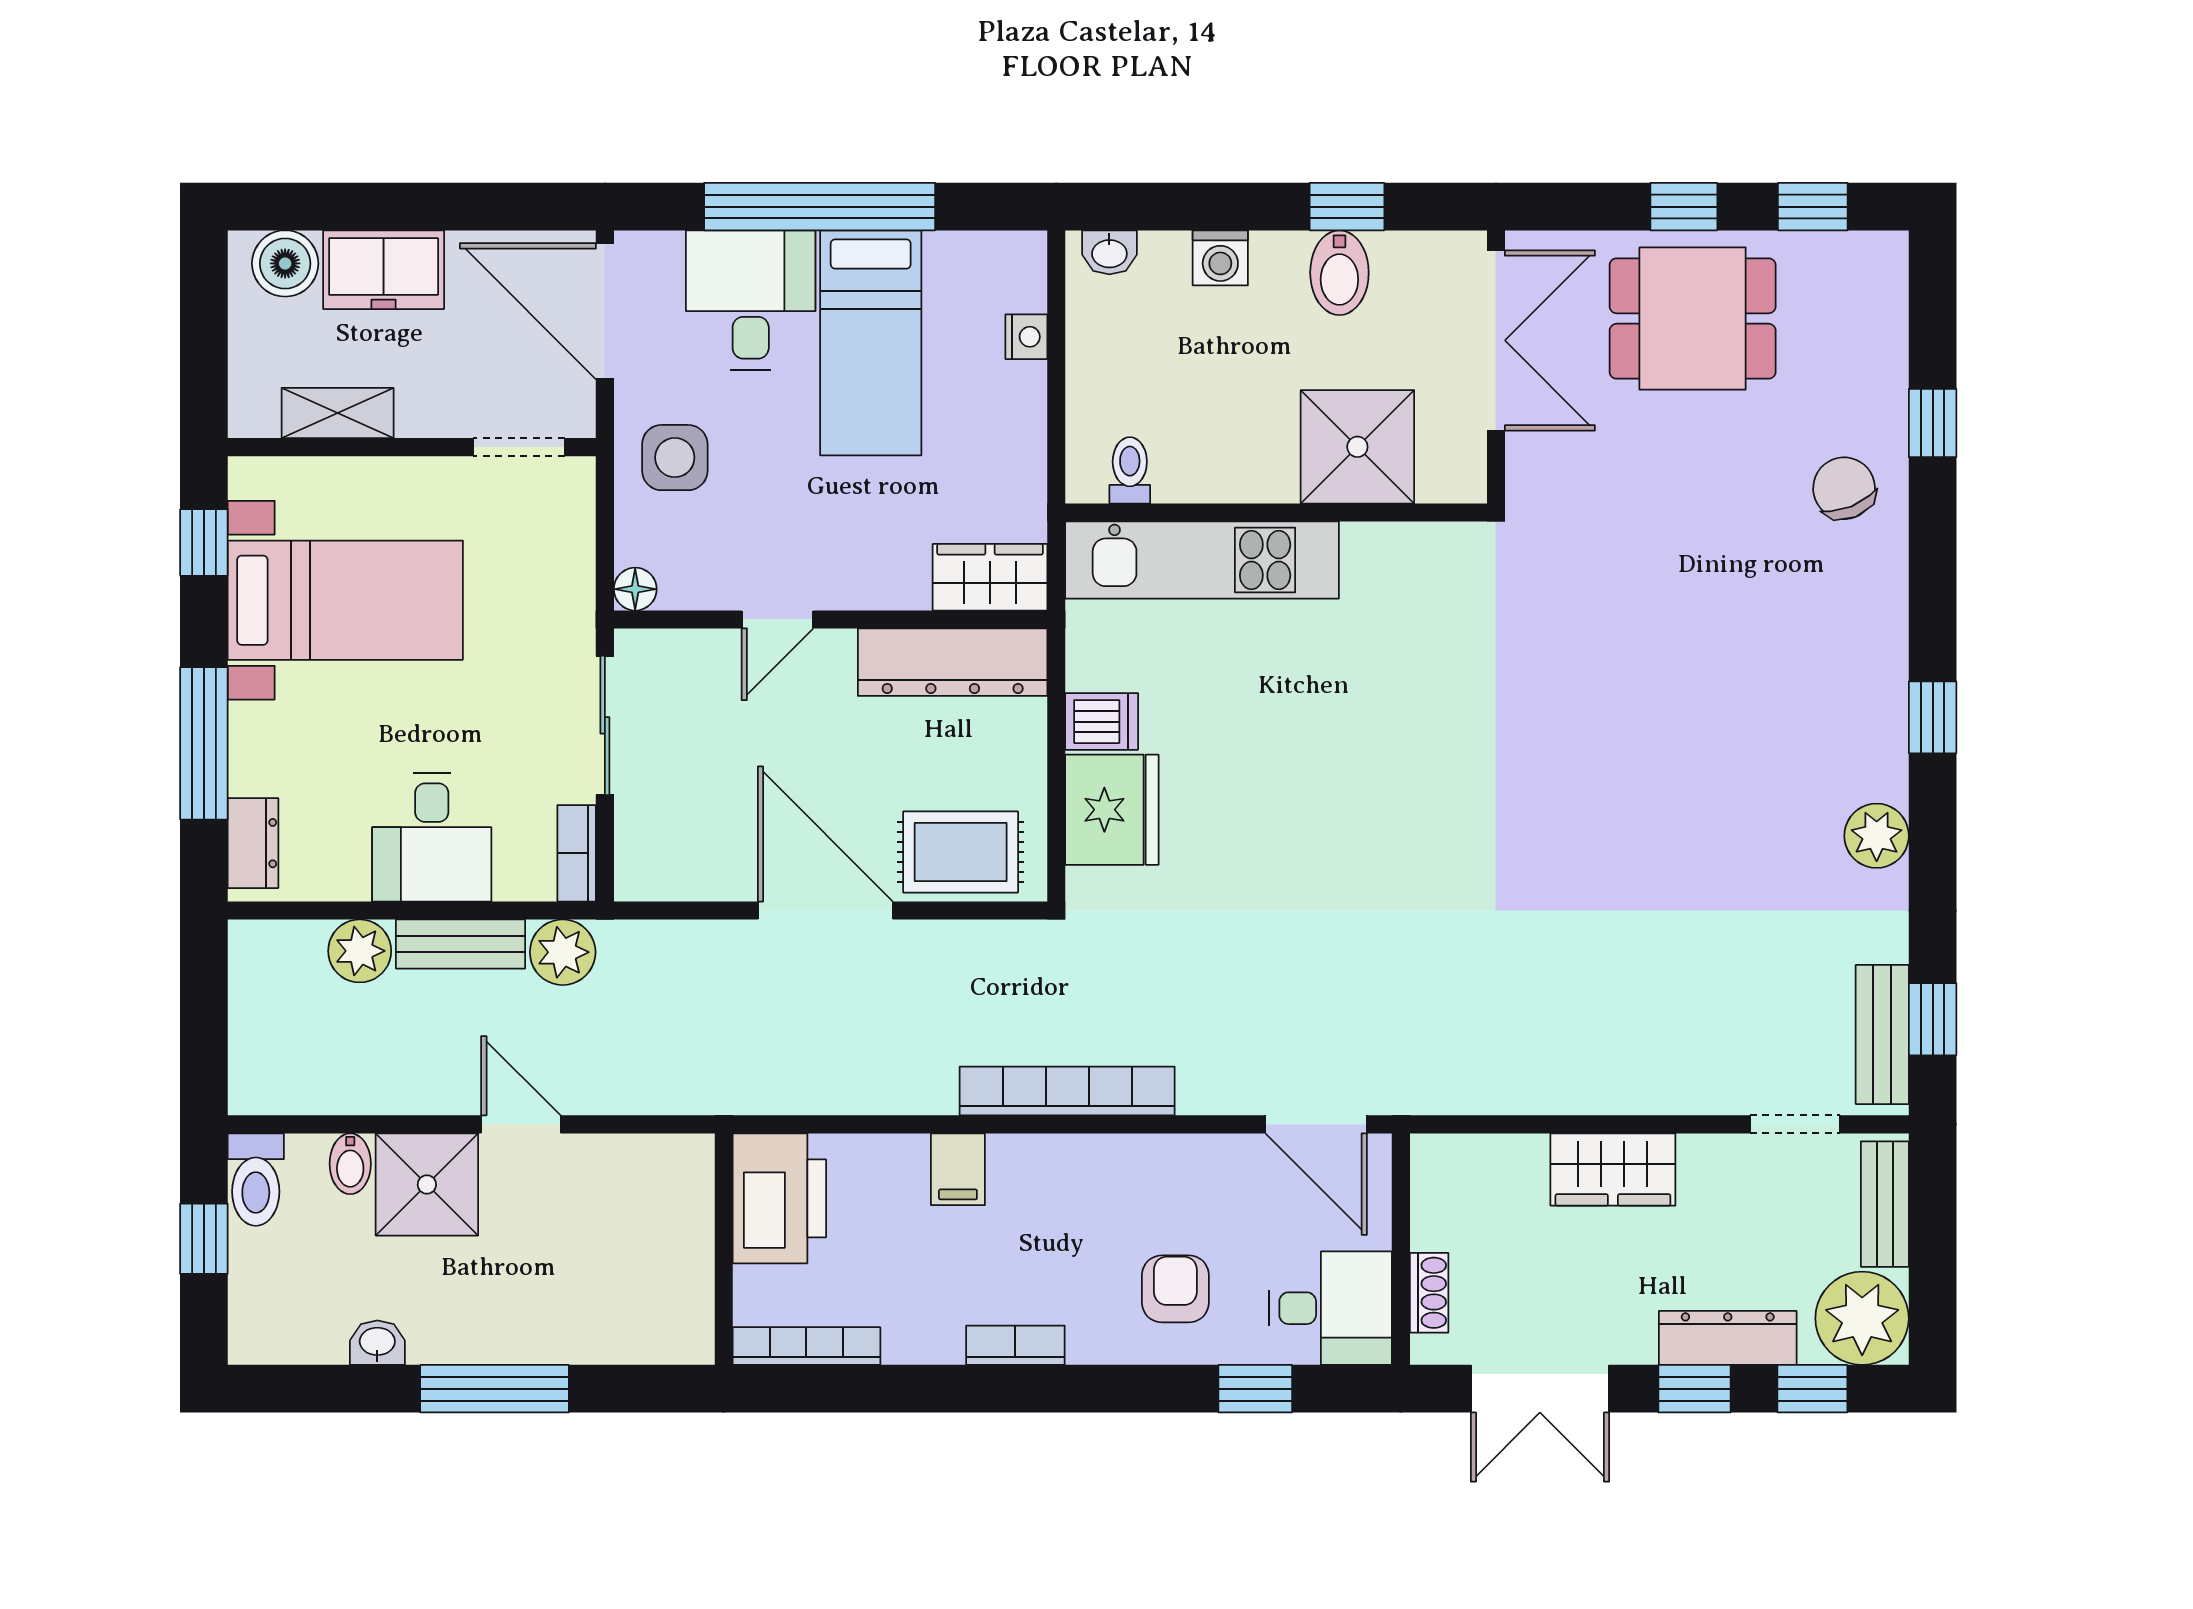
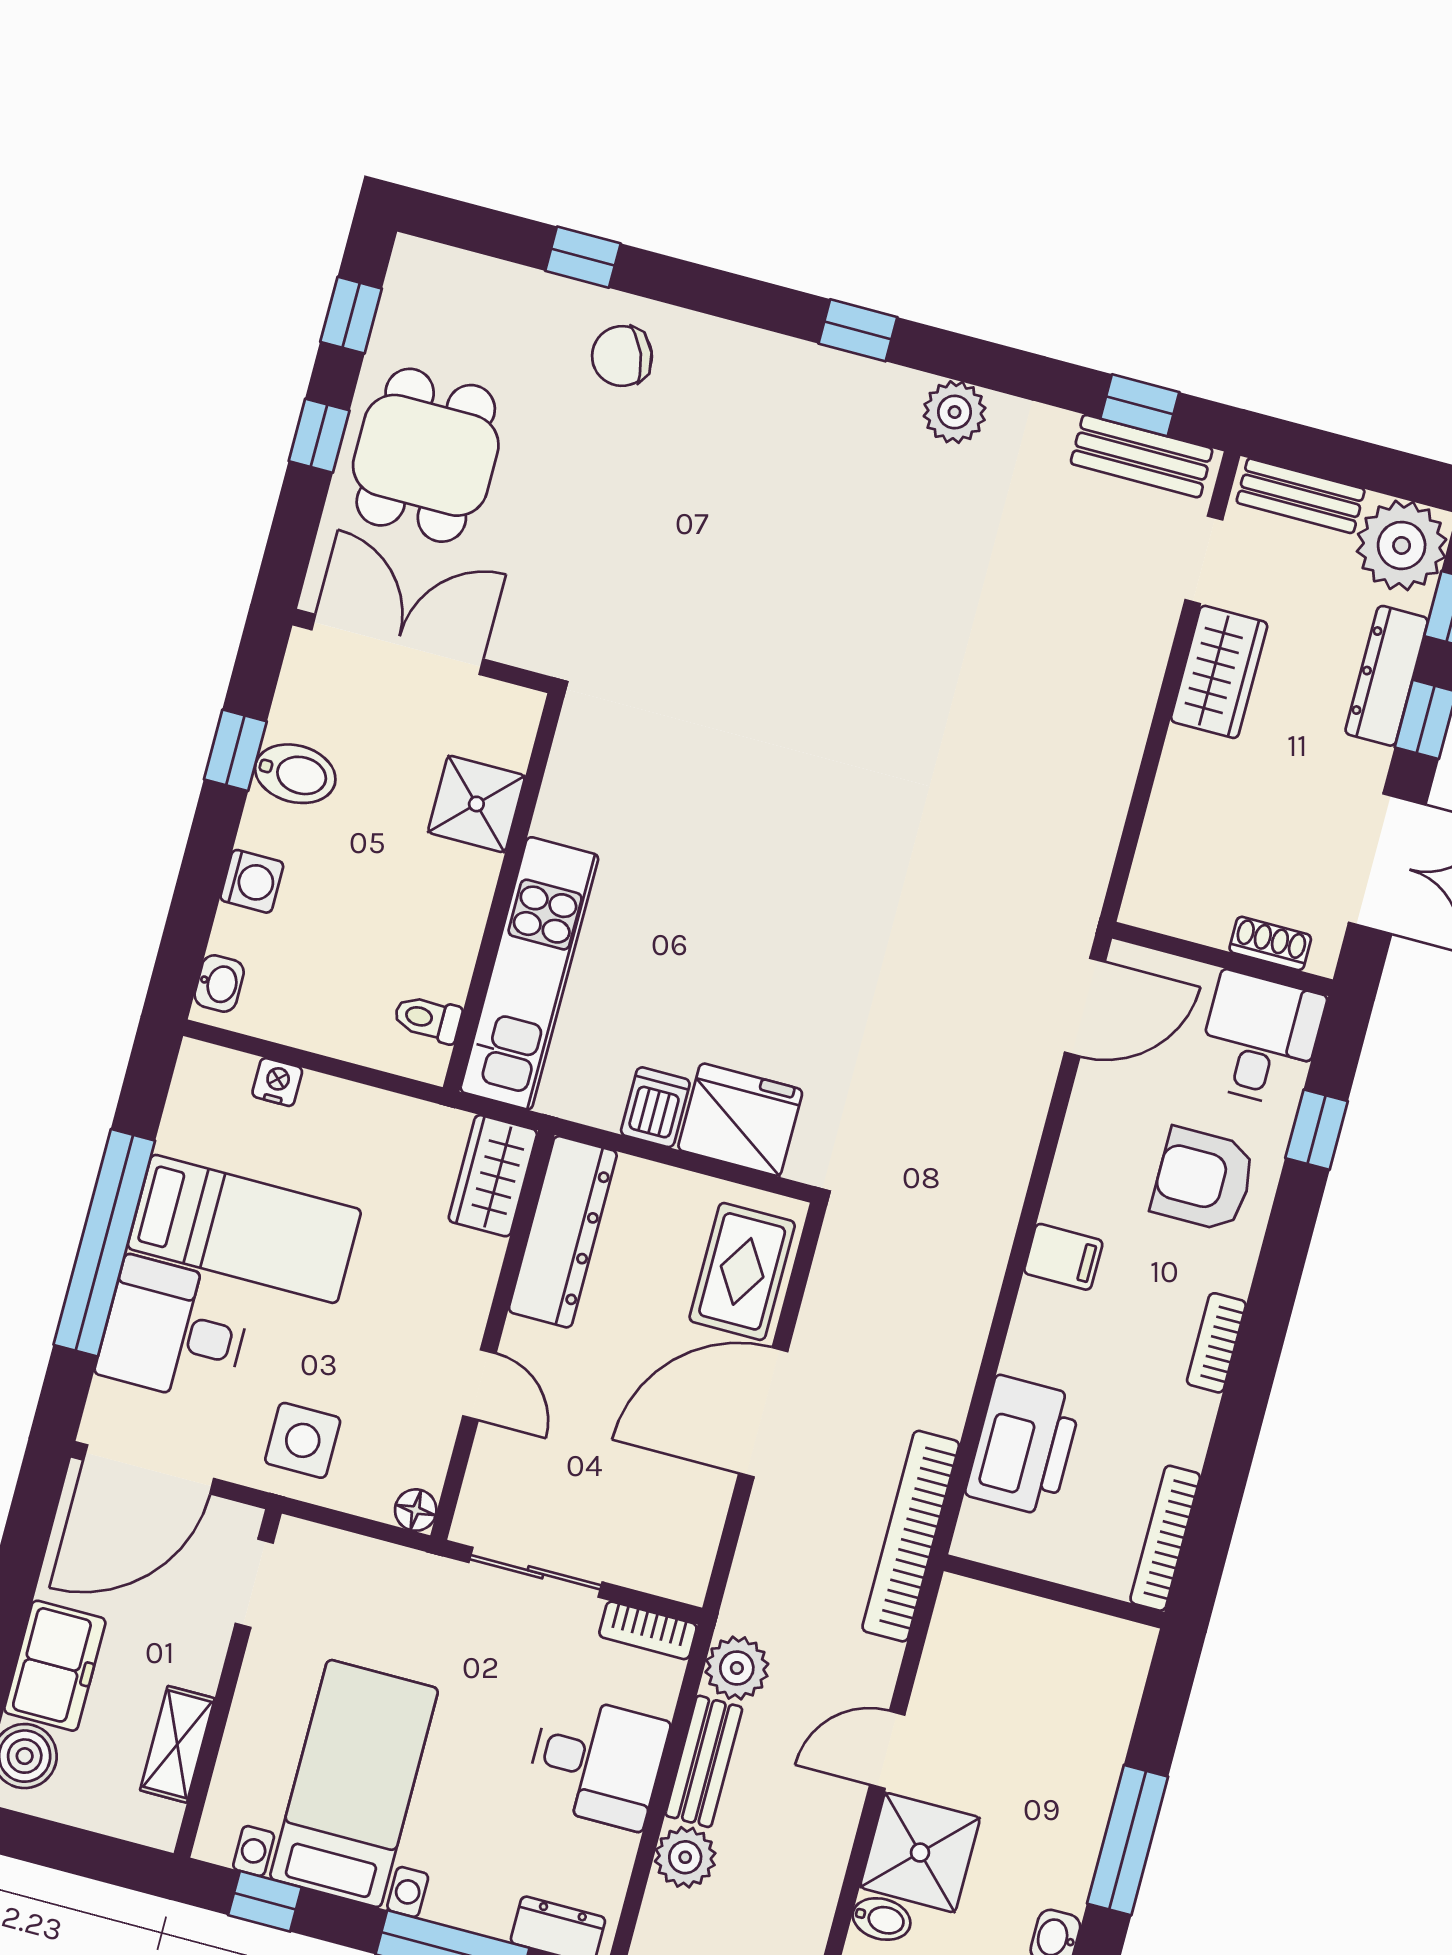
shower: (1357, 447) -> (476, 804), width x0.73, depth x0.73
bookcase: (1067, 1091) -> (911, 1536), moved
filing cabinet: (958, 1169) -> (1063, 1257), moved
wardrobe: (1613, 1169) -> (1219, 672), moved
printer: (779, 1198) -> (1024, 1446), moved, turned 90
armchair: (1175, 1289) -> (1203, 1179), width x1.38, depth x1.38

